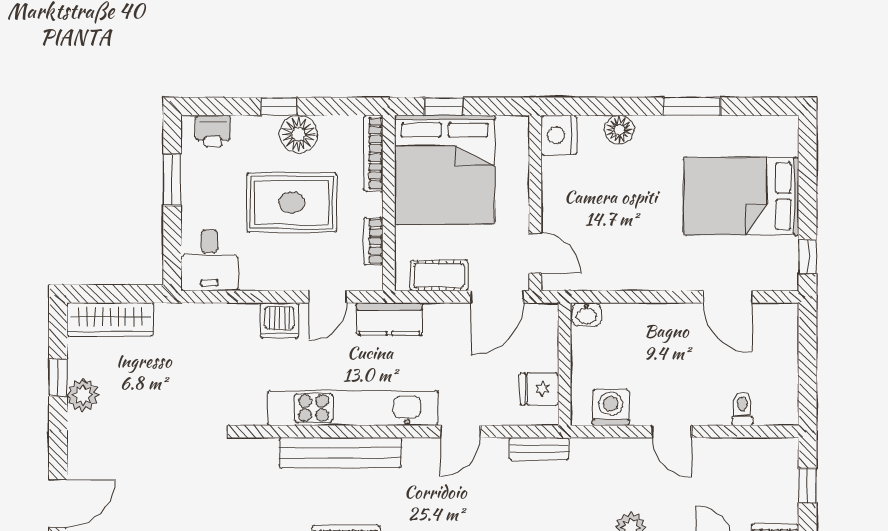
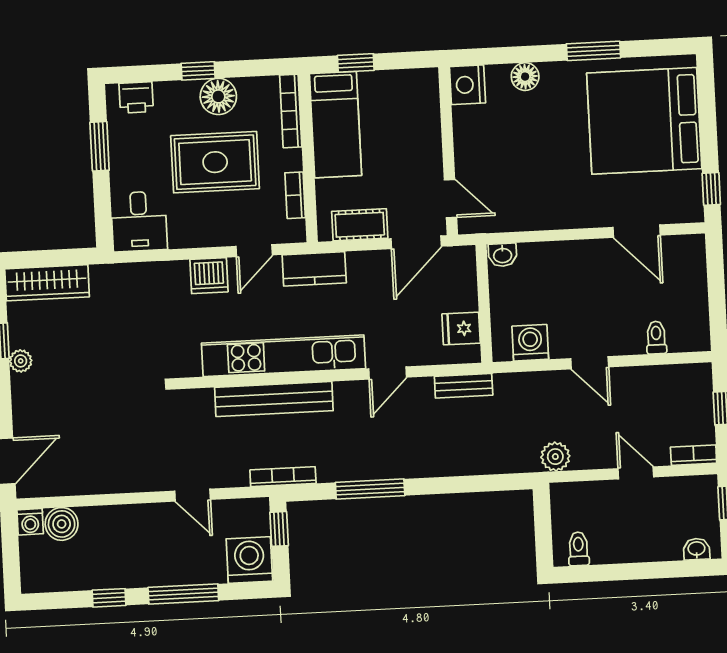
bed: (445, 170) -> (335, 125), width x0.49
bed: (741, 196) -> (644, 121), width x1.36
plant: (83, 395) -> (21, 361), width x0.73, depth x0.73

